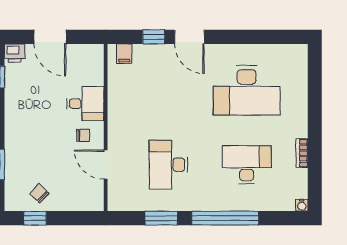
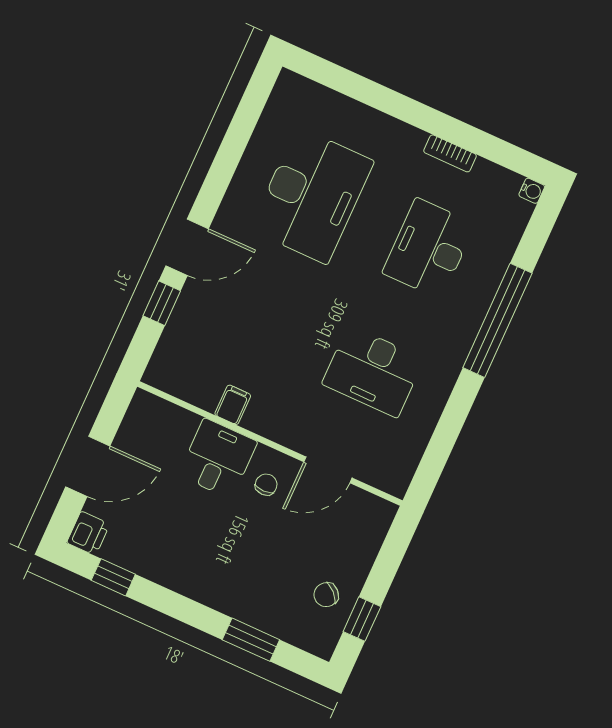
filing cabinet: (124, 54) -> (233, 405), moved, turned -90
window: (161, 218) -> (452, 421), removed

